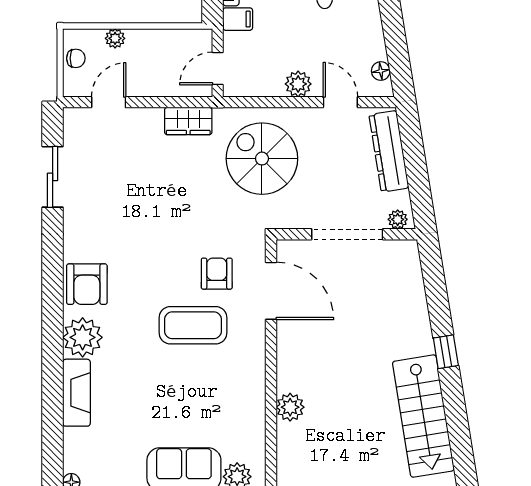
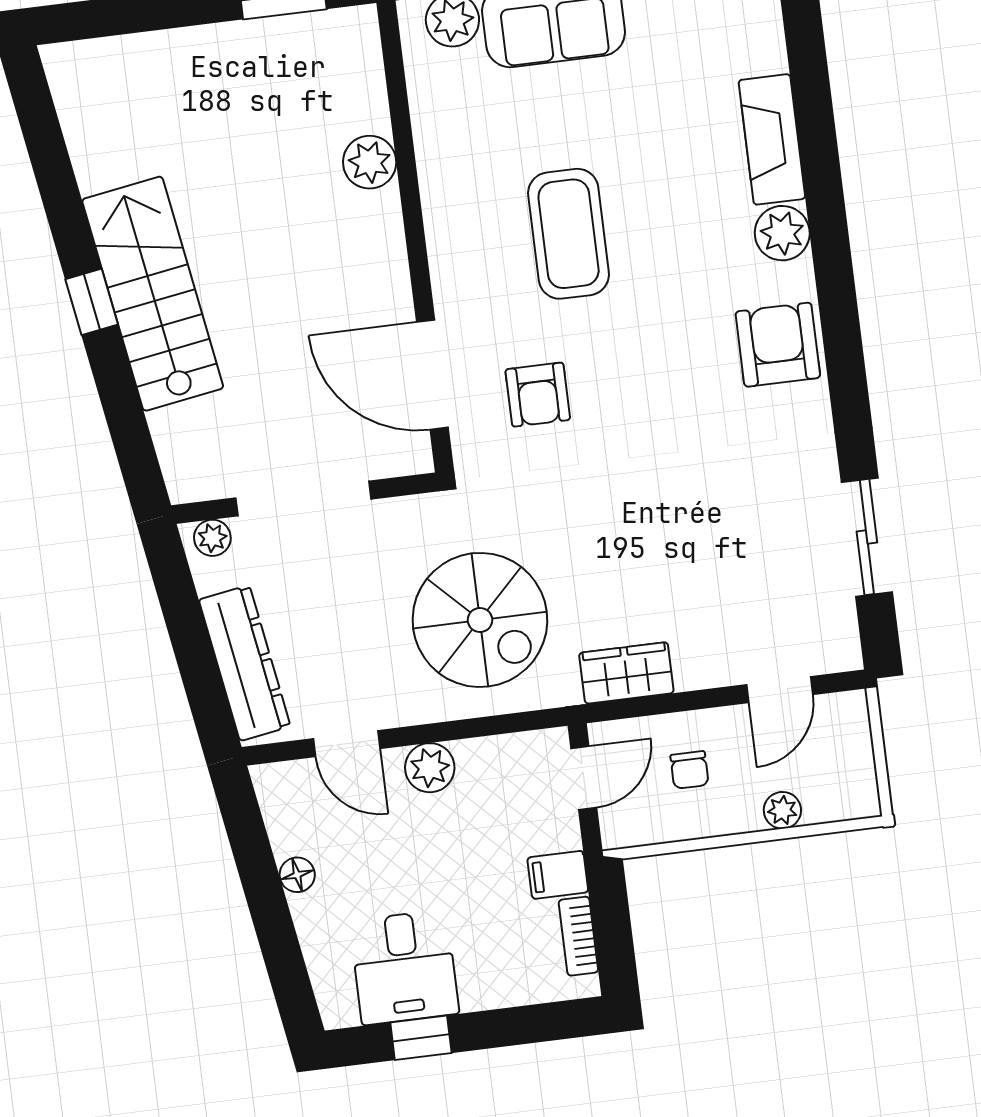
chair: (76, 58) -> (689, 770), moved, turned -90
floor lamp: (381, 71) -> (297, 875), moved
coffee table: (193, 325) -> (569, 234), moved, turned 90
plant: (83, 337) -> (782, 233), width x0.73, depth x0.73
stairs: (423, 416) -> (153, 294), moved

